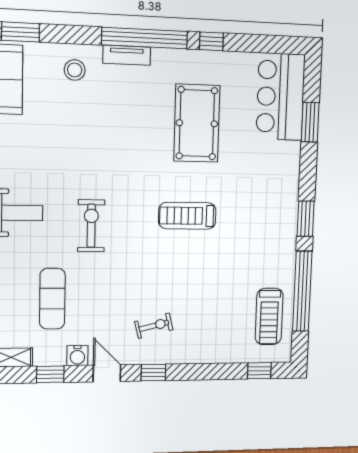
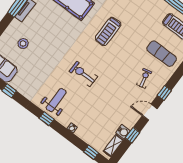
stool: (75, 70) -> (23, 43), moved
exercise mat: (52, 299) -> (162, 54), moved
water cooler: (77, 356) -> (123, 132), moved

